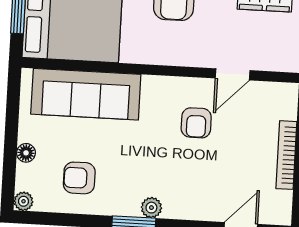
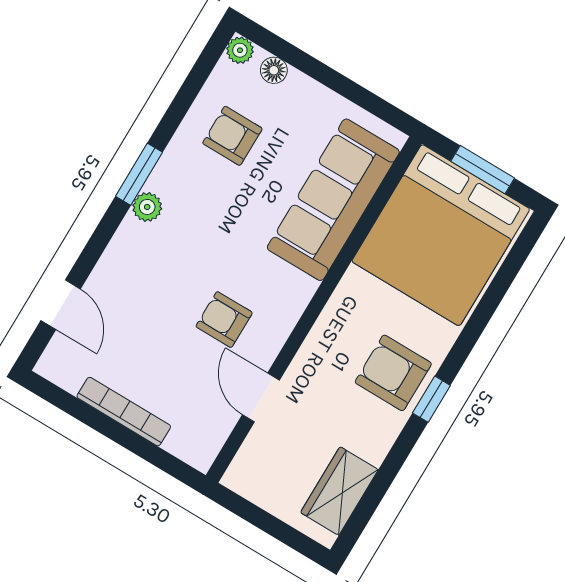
floor lamp: (26, 153) -> (274, 70), moved
armchair: (79, 178) -> (232, 136), turned -90

